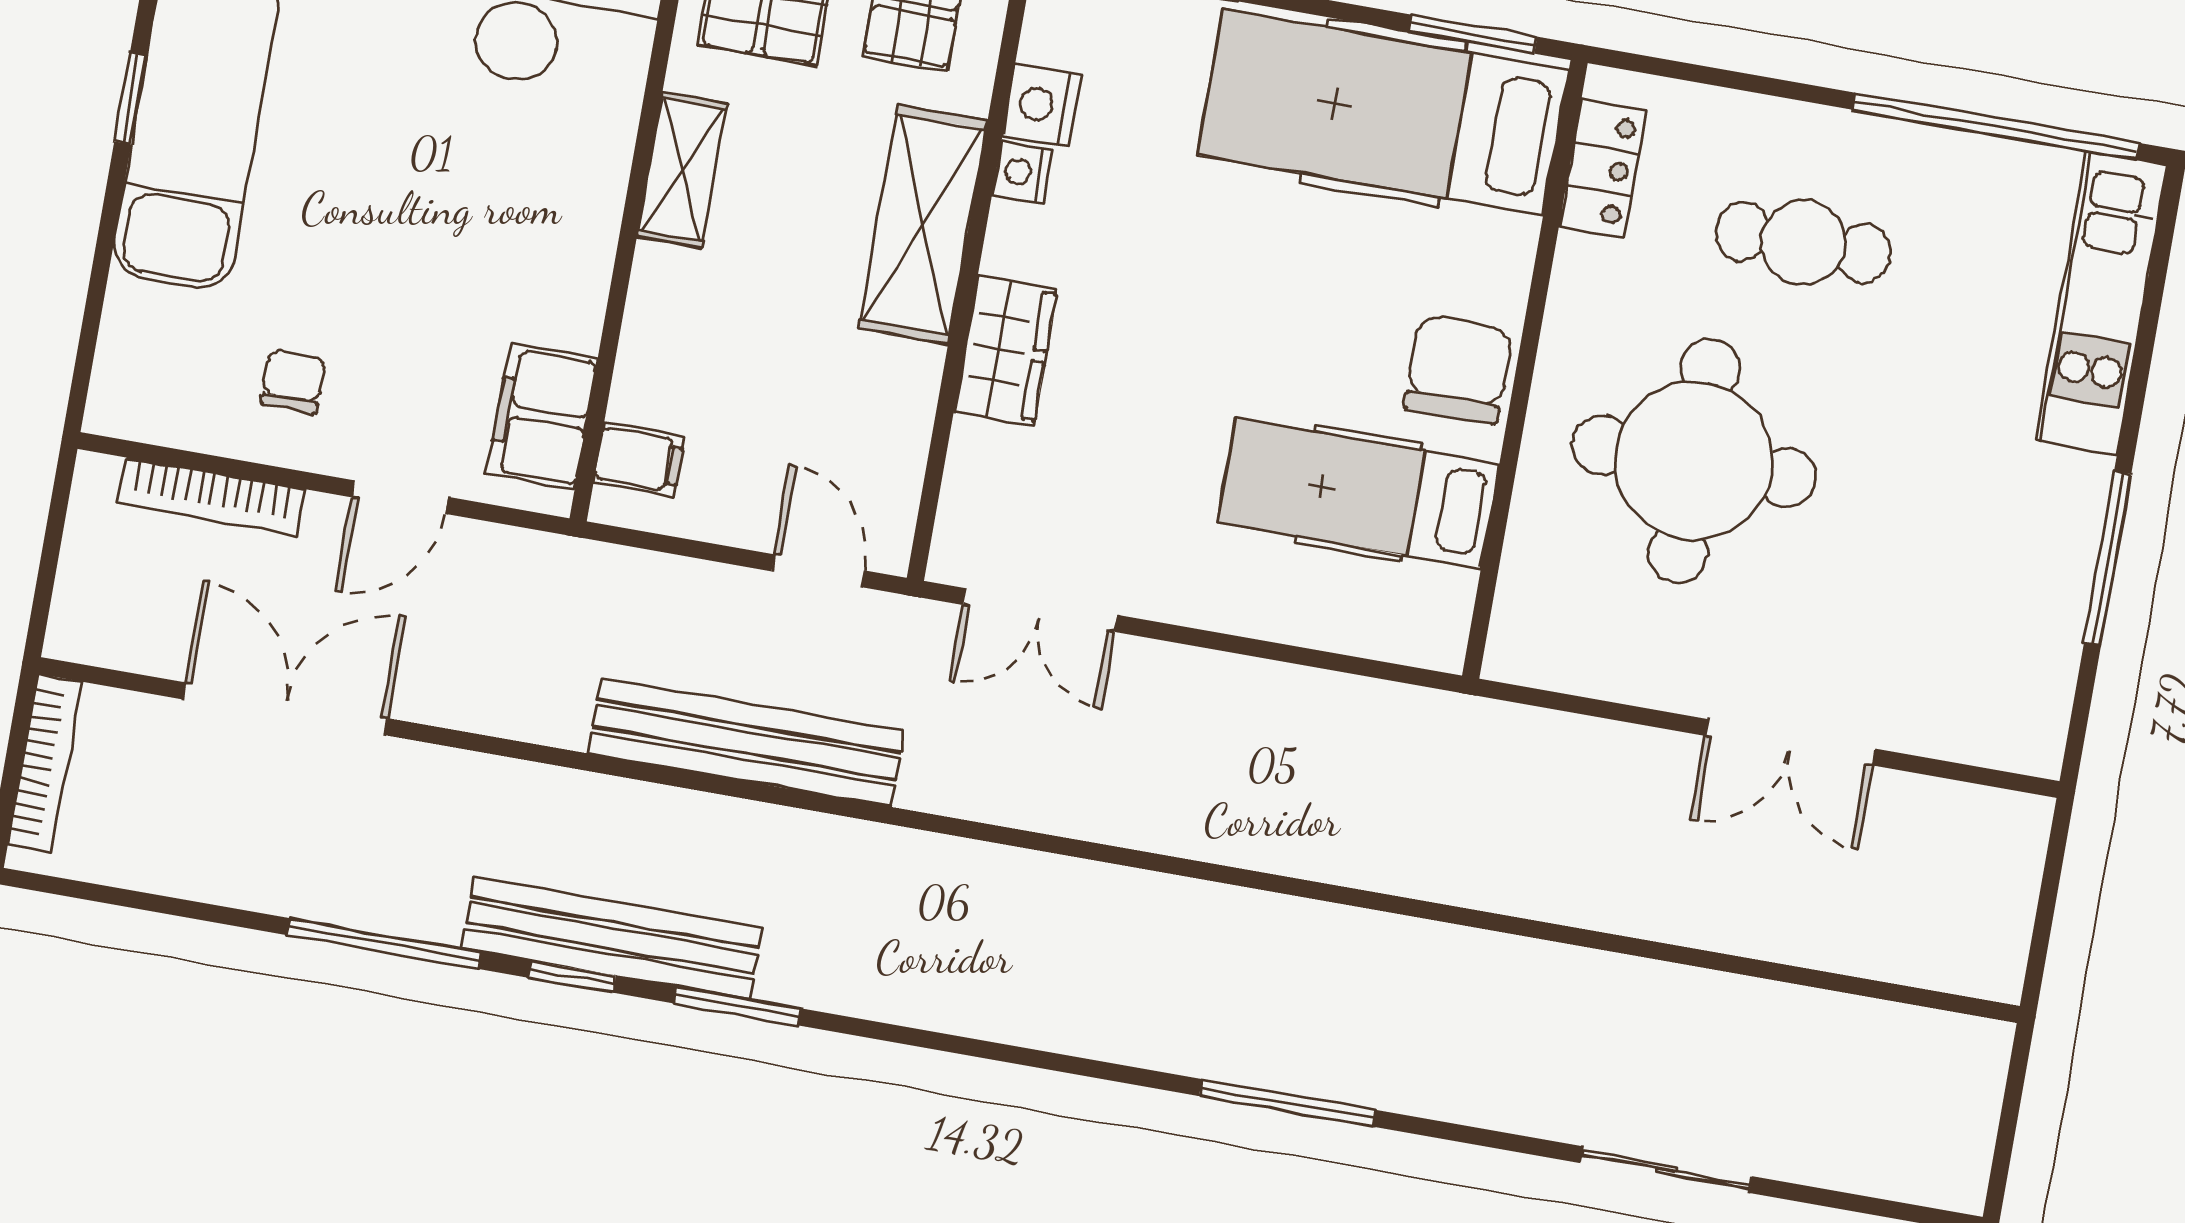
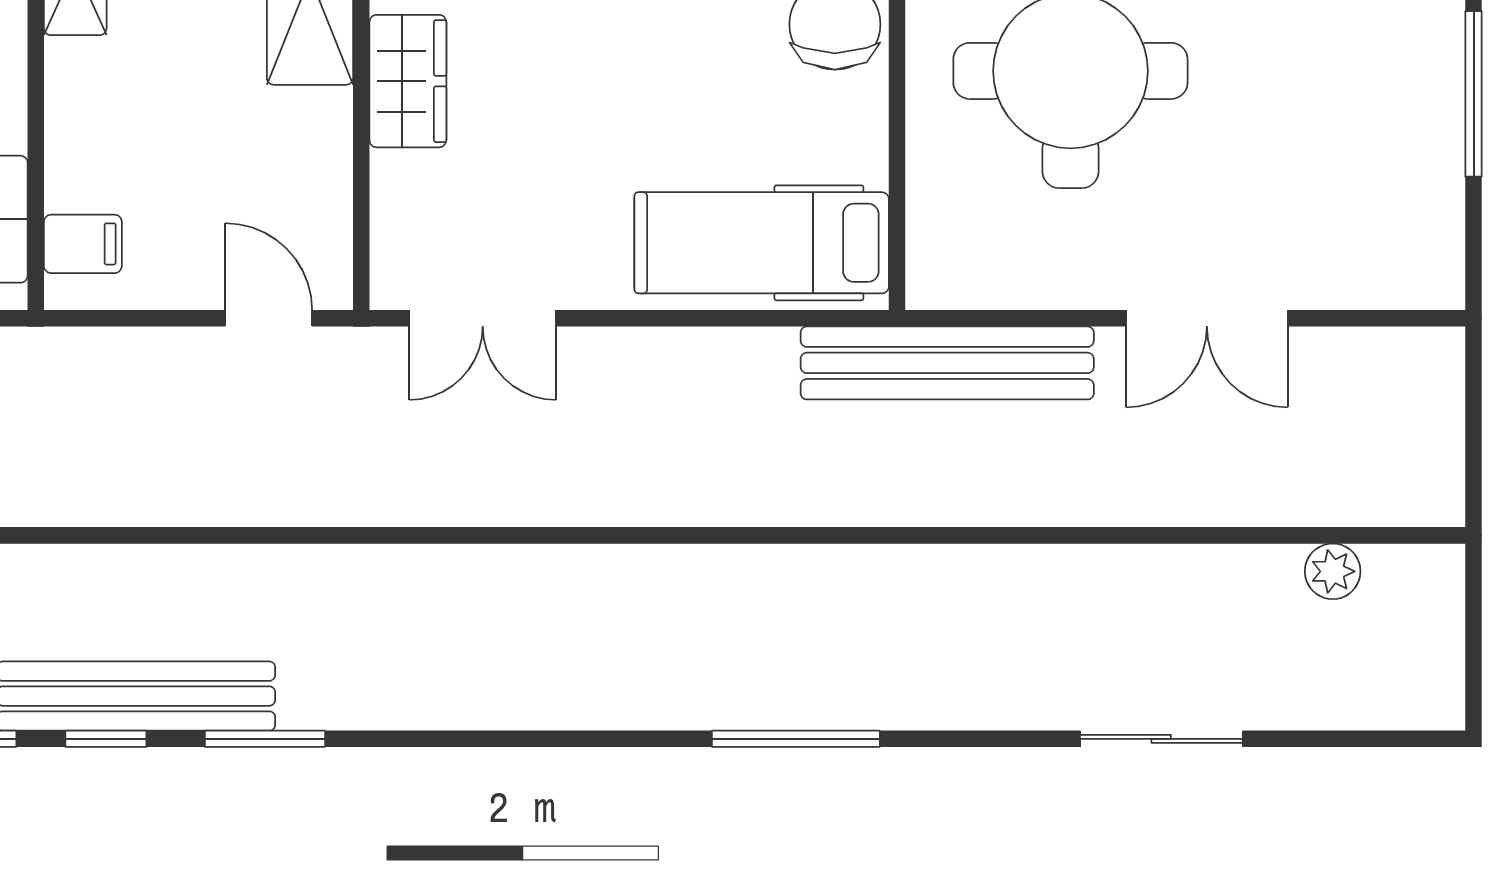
hospital bed: (1358, 493) -> (762, 243), moved
bench: (746, 742) -> (947, 363), moved
plant: (1874, 1027) -> (1333, 571), added

